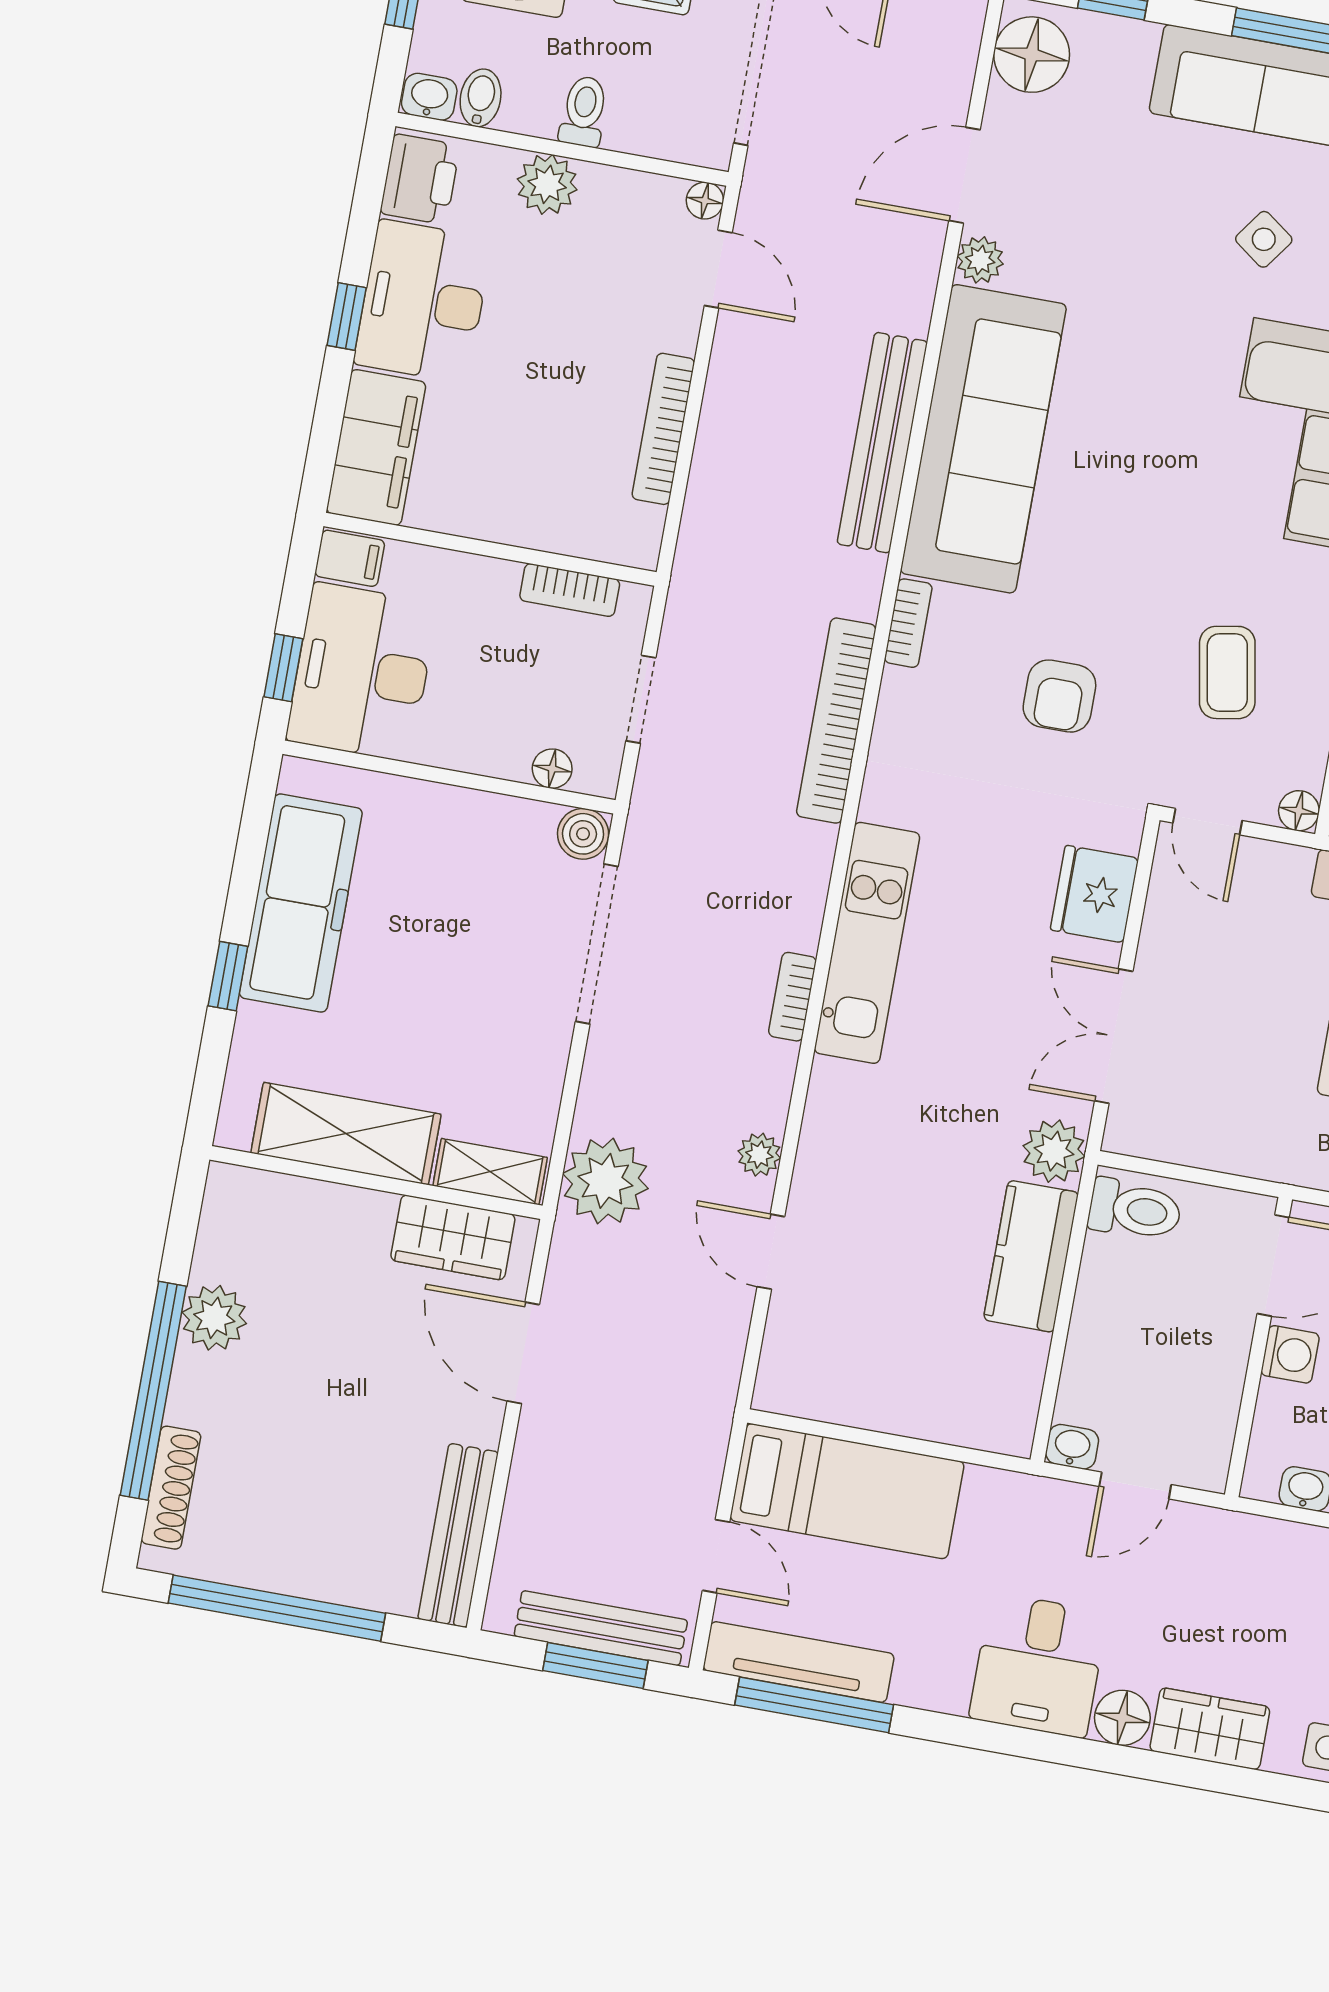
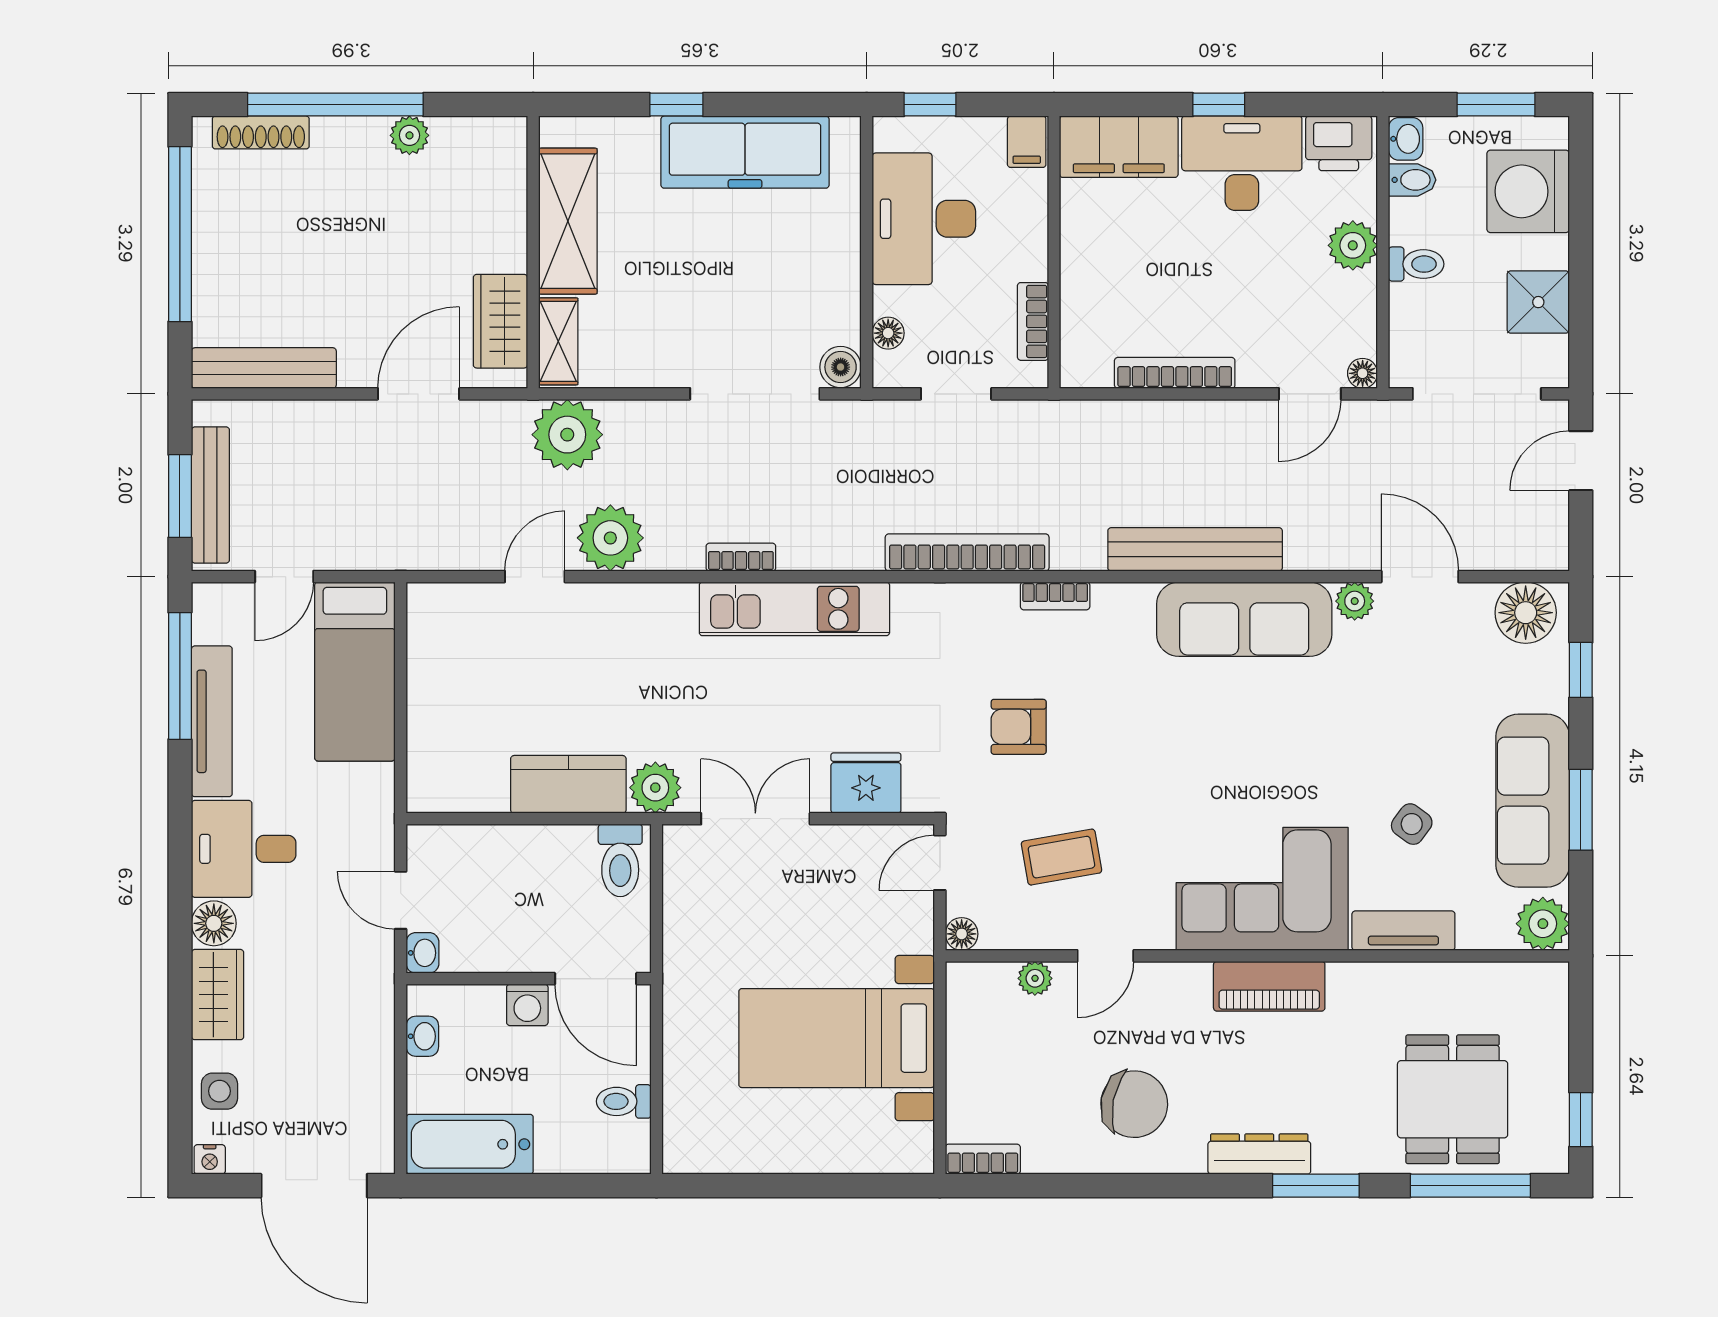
sofa: (983, 439) -> (1244, 619), width x0.74, depth x0.79
desk: (362, 672) -> (924, 219), moved, turned -90
plant: (759, 1155) -> (610, 538), width x1.88, depth x1.88
plant: (214, 1318) -> (409, 135), width x0.73, depth x0.73
washbasin: (1072, 1447) -> (422, 953), moved
tv unit: (799, 1662) -> (212, 721), moved

